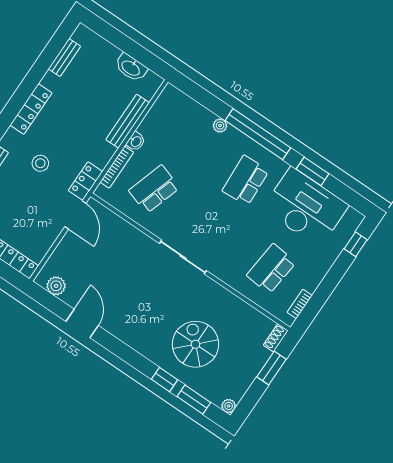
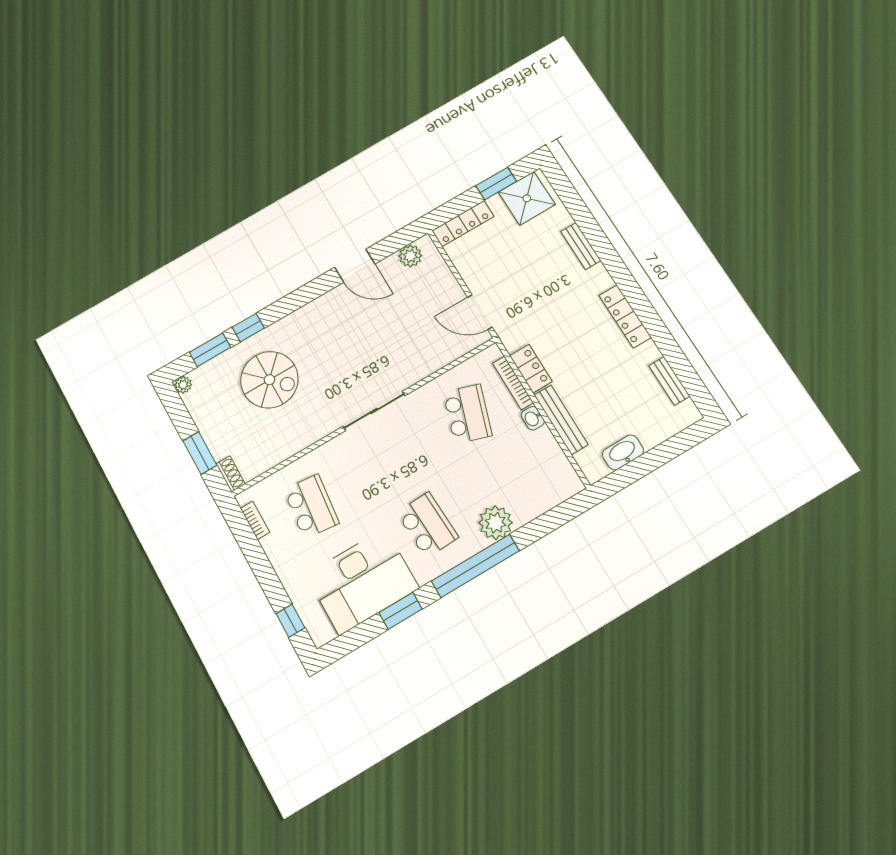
plant: (220, 126) -> (495, 523), width x1.88, depth x1.88
stool: (40, 163) -> (557, 299), removed
locker: (85, 181) -> (531, 369), moved

